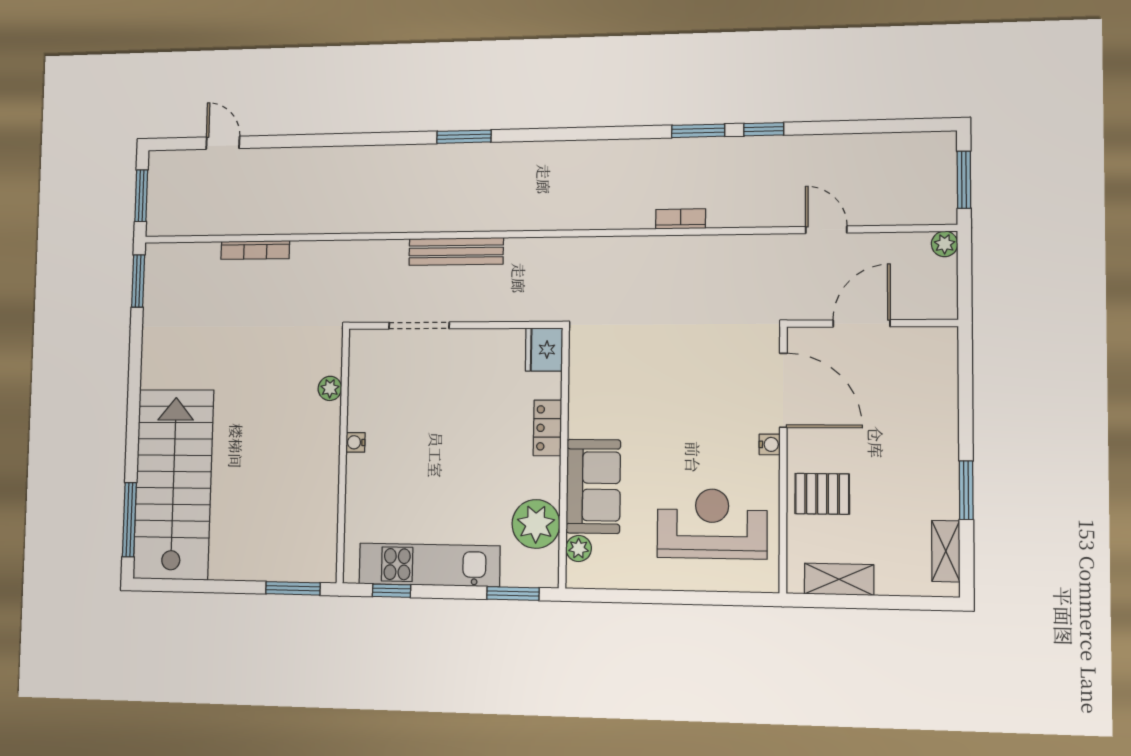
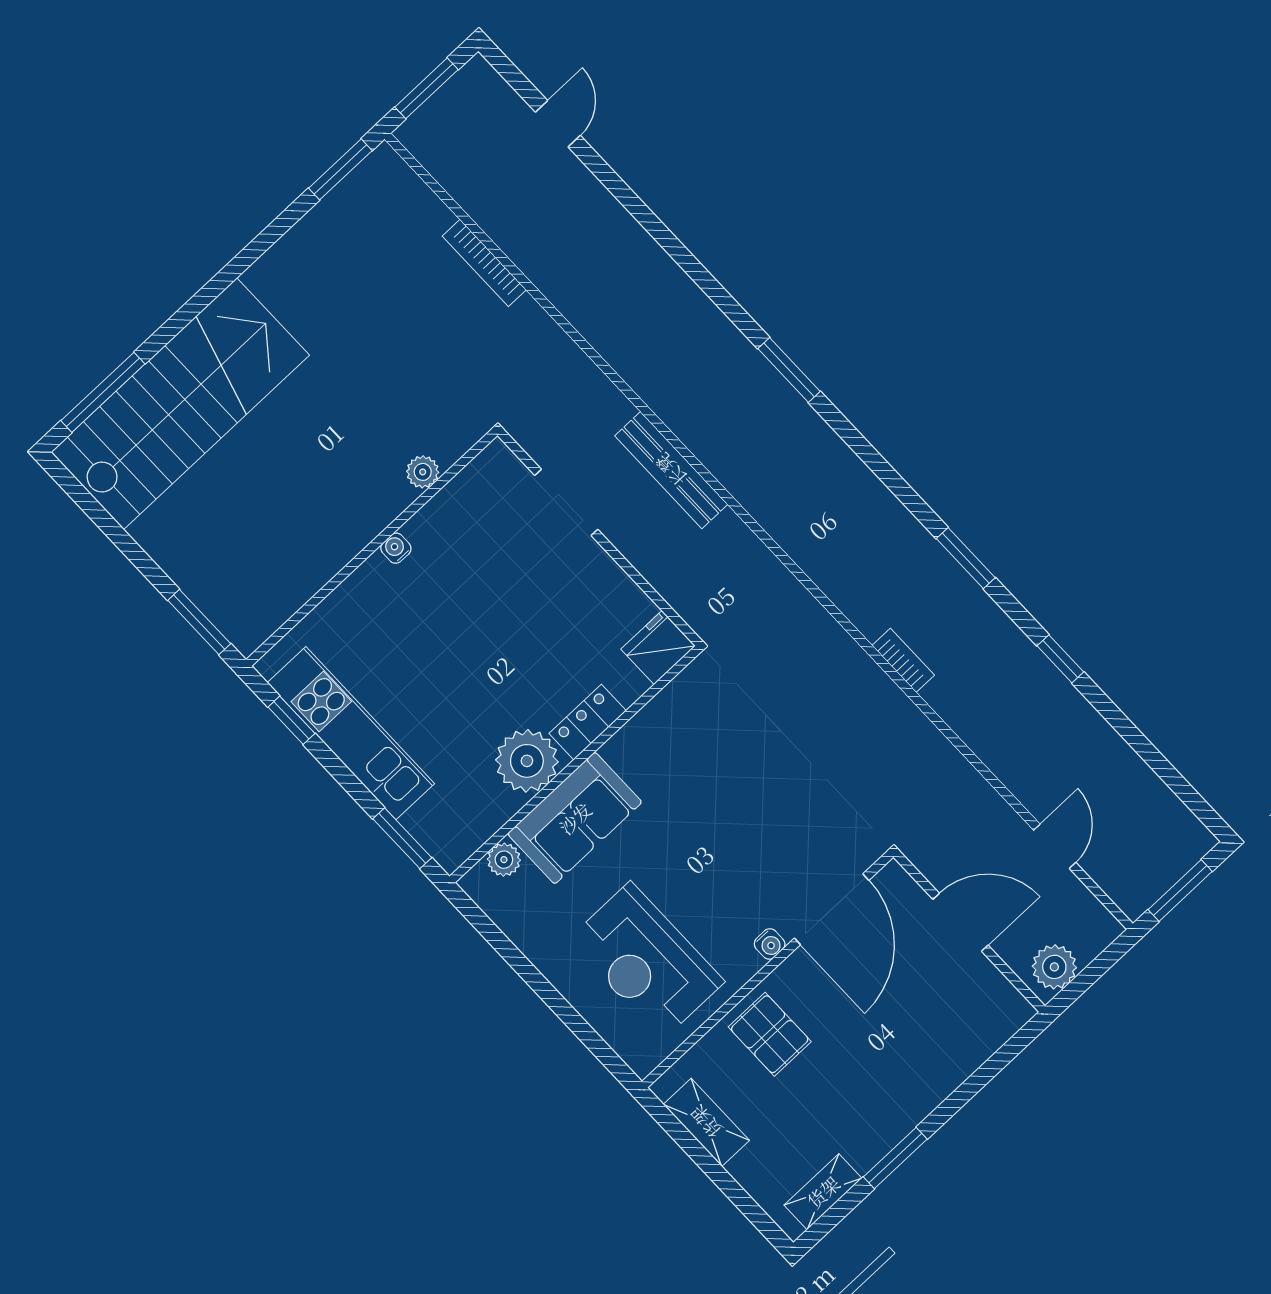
window: (698, 131) -> (966, 558), moved
door: (826, 230) -> (1055, 846), moved
plant: (945, 244) -> (1054, 967), moved, width x1.38, depth x1.38
plant: (536, 524) -> (527, 761), moved
reception desk: (712, 524) -> (646, 961), turned 180

